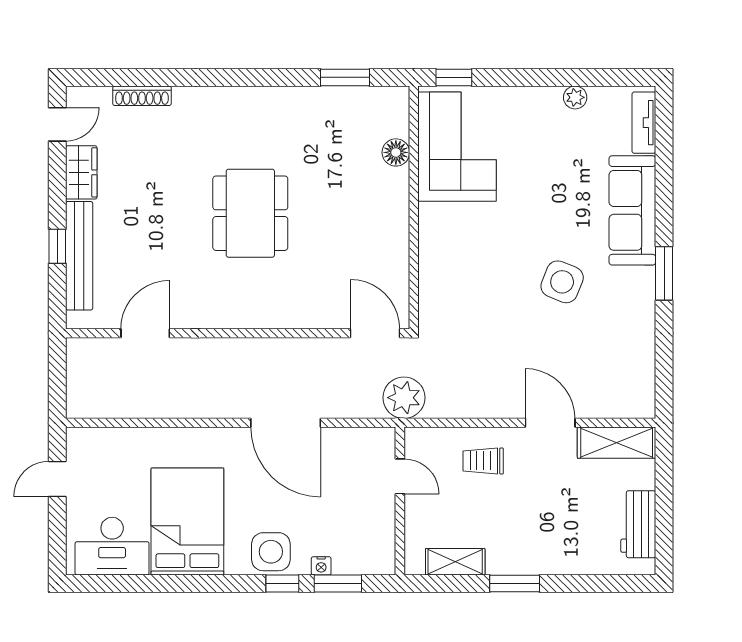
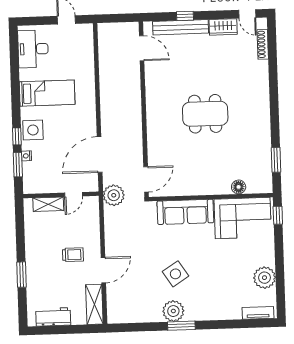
shoe rack: (142, 96) -> (263, 44), moved
plant: (575, 97) -> (264, 278), width x1.88, depth x1.88
sofa: (632, 210) -> (185, 212), moved, turned 180
side table: (562, 282) -> (175, 274), turned 35
plant: (635, 288) -> (173, 311), added
door: (145, 333) -> (142, 48), moved
door: (286, 423) -> (100, 154), moved
trolley: (483, 461) -> (73, 255), moved, turned 90
bed: (187, 522) -> (47, 93), width x0.67
shelving: (455, 562) -> (48, 204), moved, turned 90
window: (515, 584) -> (21, 275), moved

